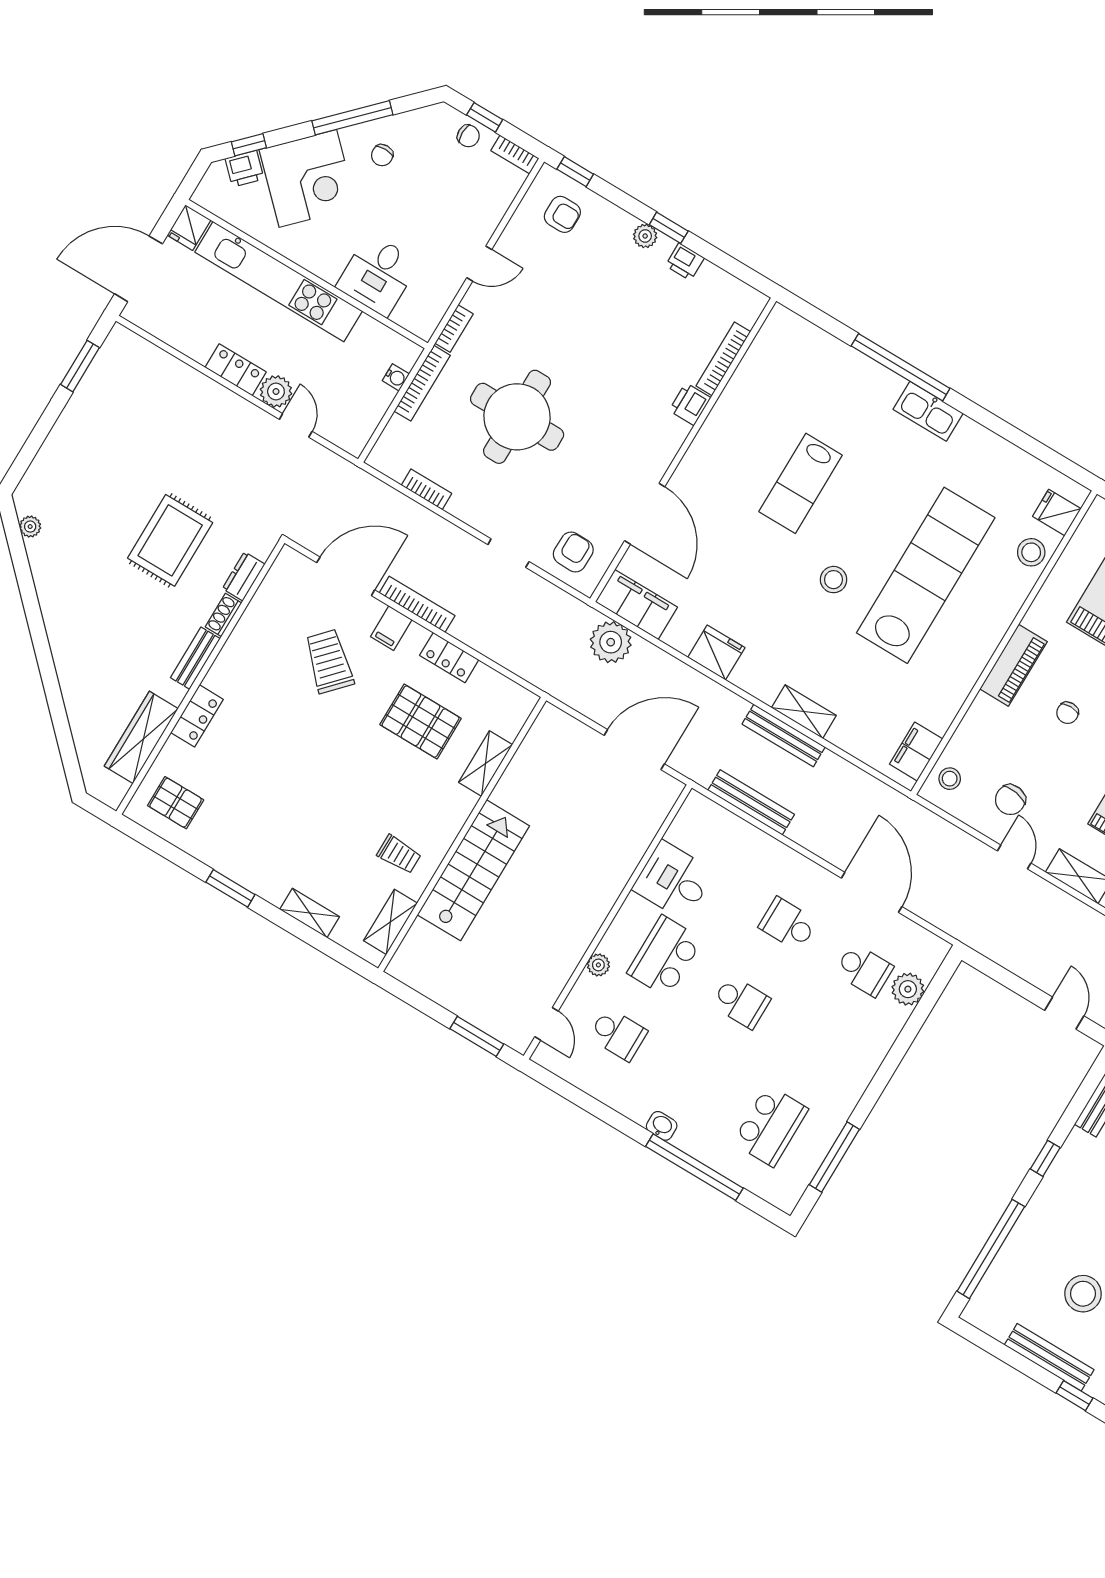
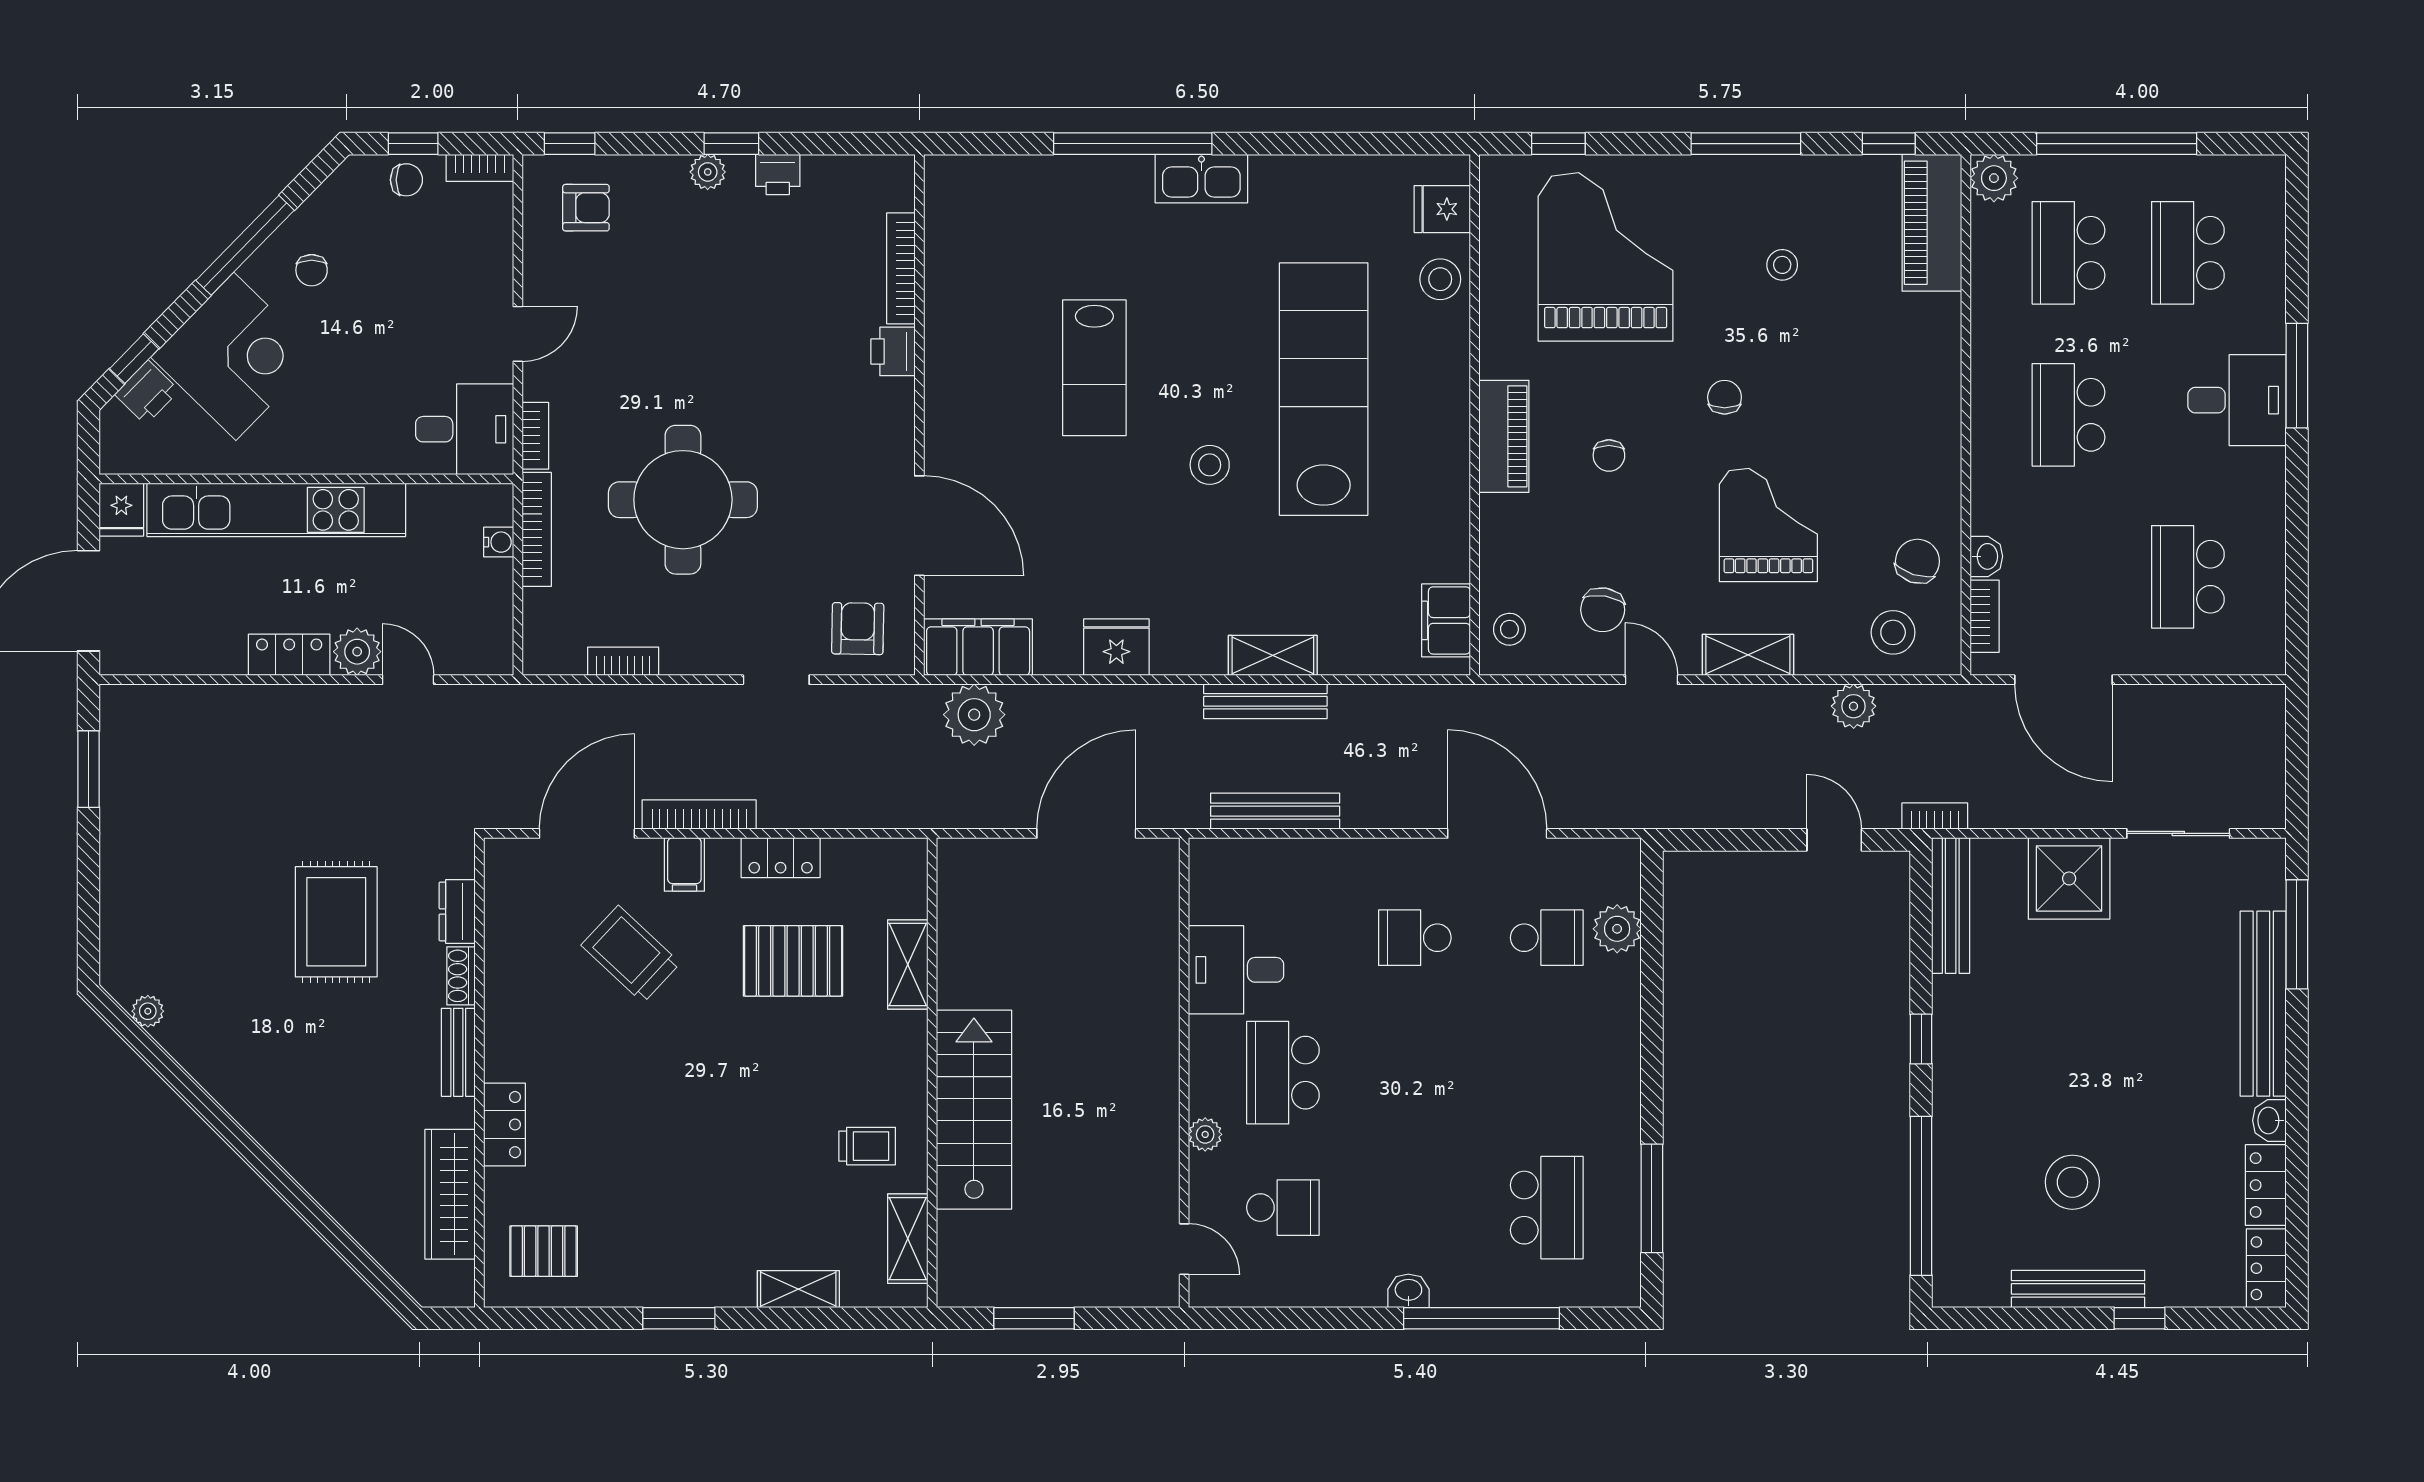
desk: (378, 275) -> (465, 429), moved, turned -90
school desk: (741, 1002) -> (1415, 1073), removed
window: (477, 1036) -> (1034, 1318), moved

